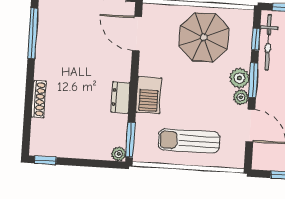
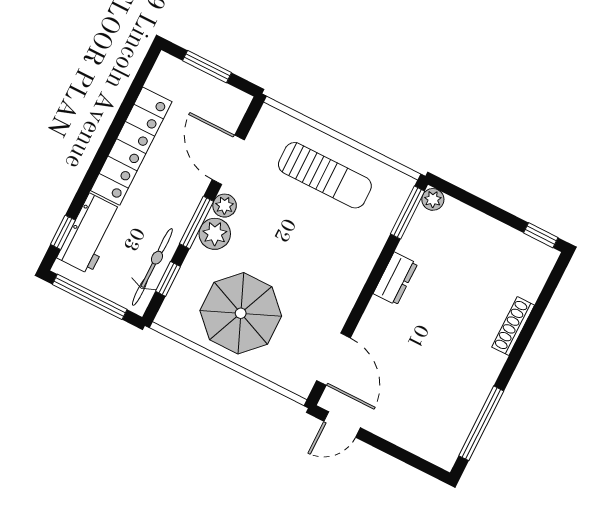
barbecue: (149, 95) -> (354, 265), removed

